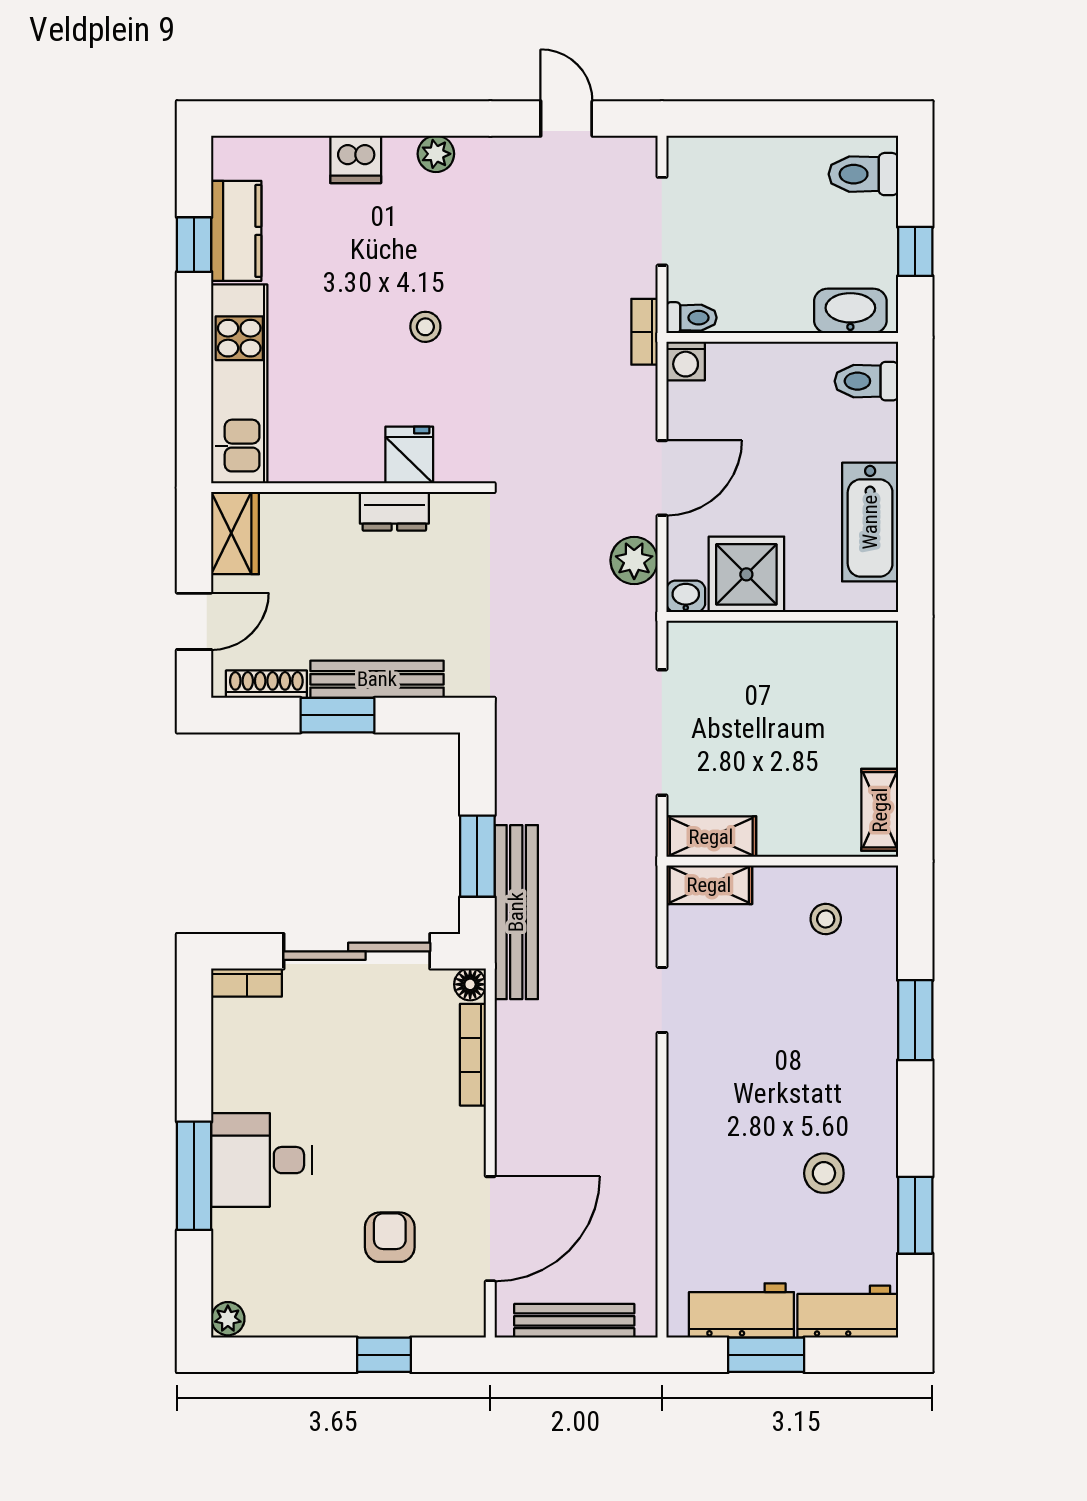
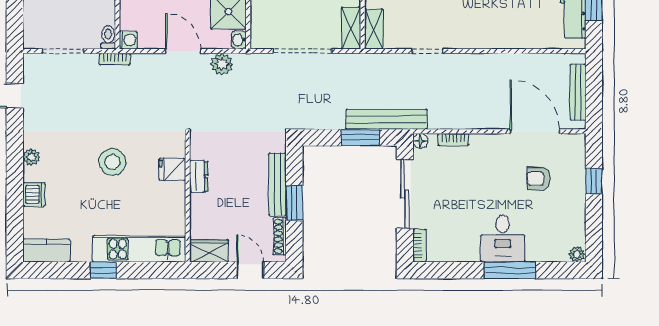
kitchen counter: (236, 231) -> (46, 250), moved
window: (194, 245) -> (103, 270), moved
stool: (425, 327) -> (112, 162), width x1.89, depth x1.89
bookcase: (473, 1055) -> (453, 140), width x0.64

